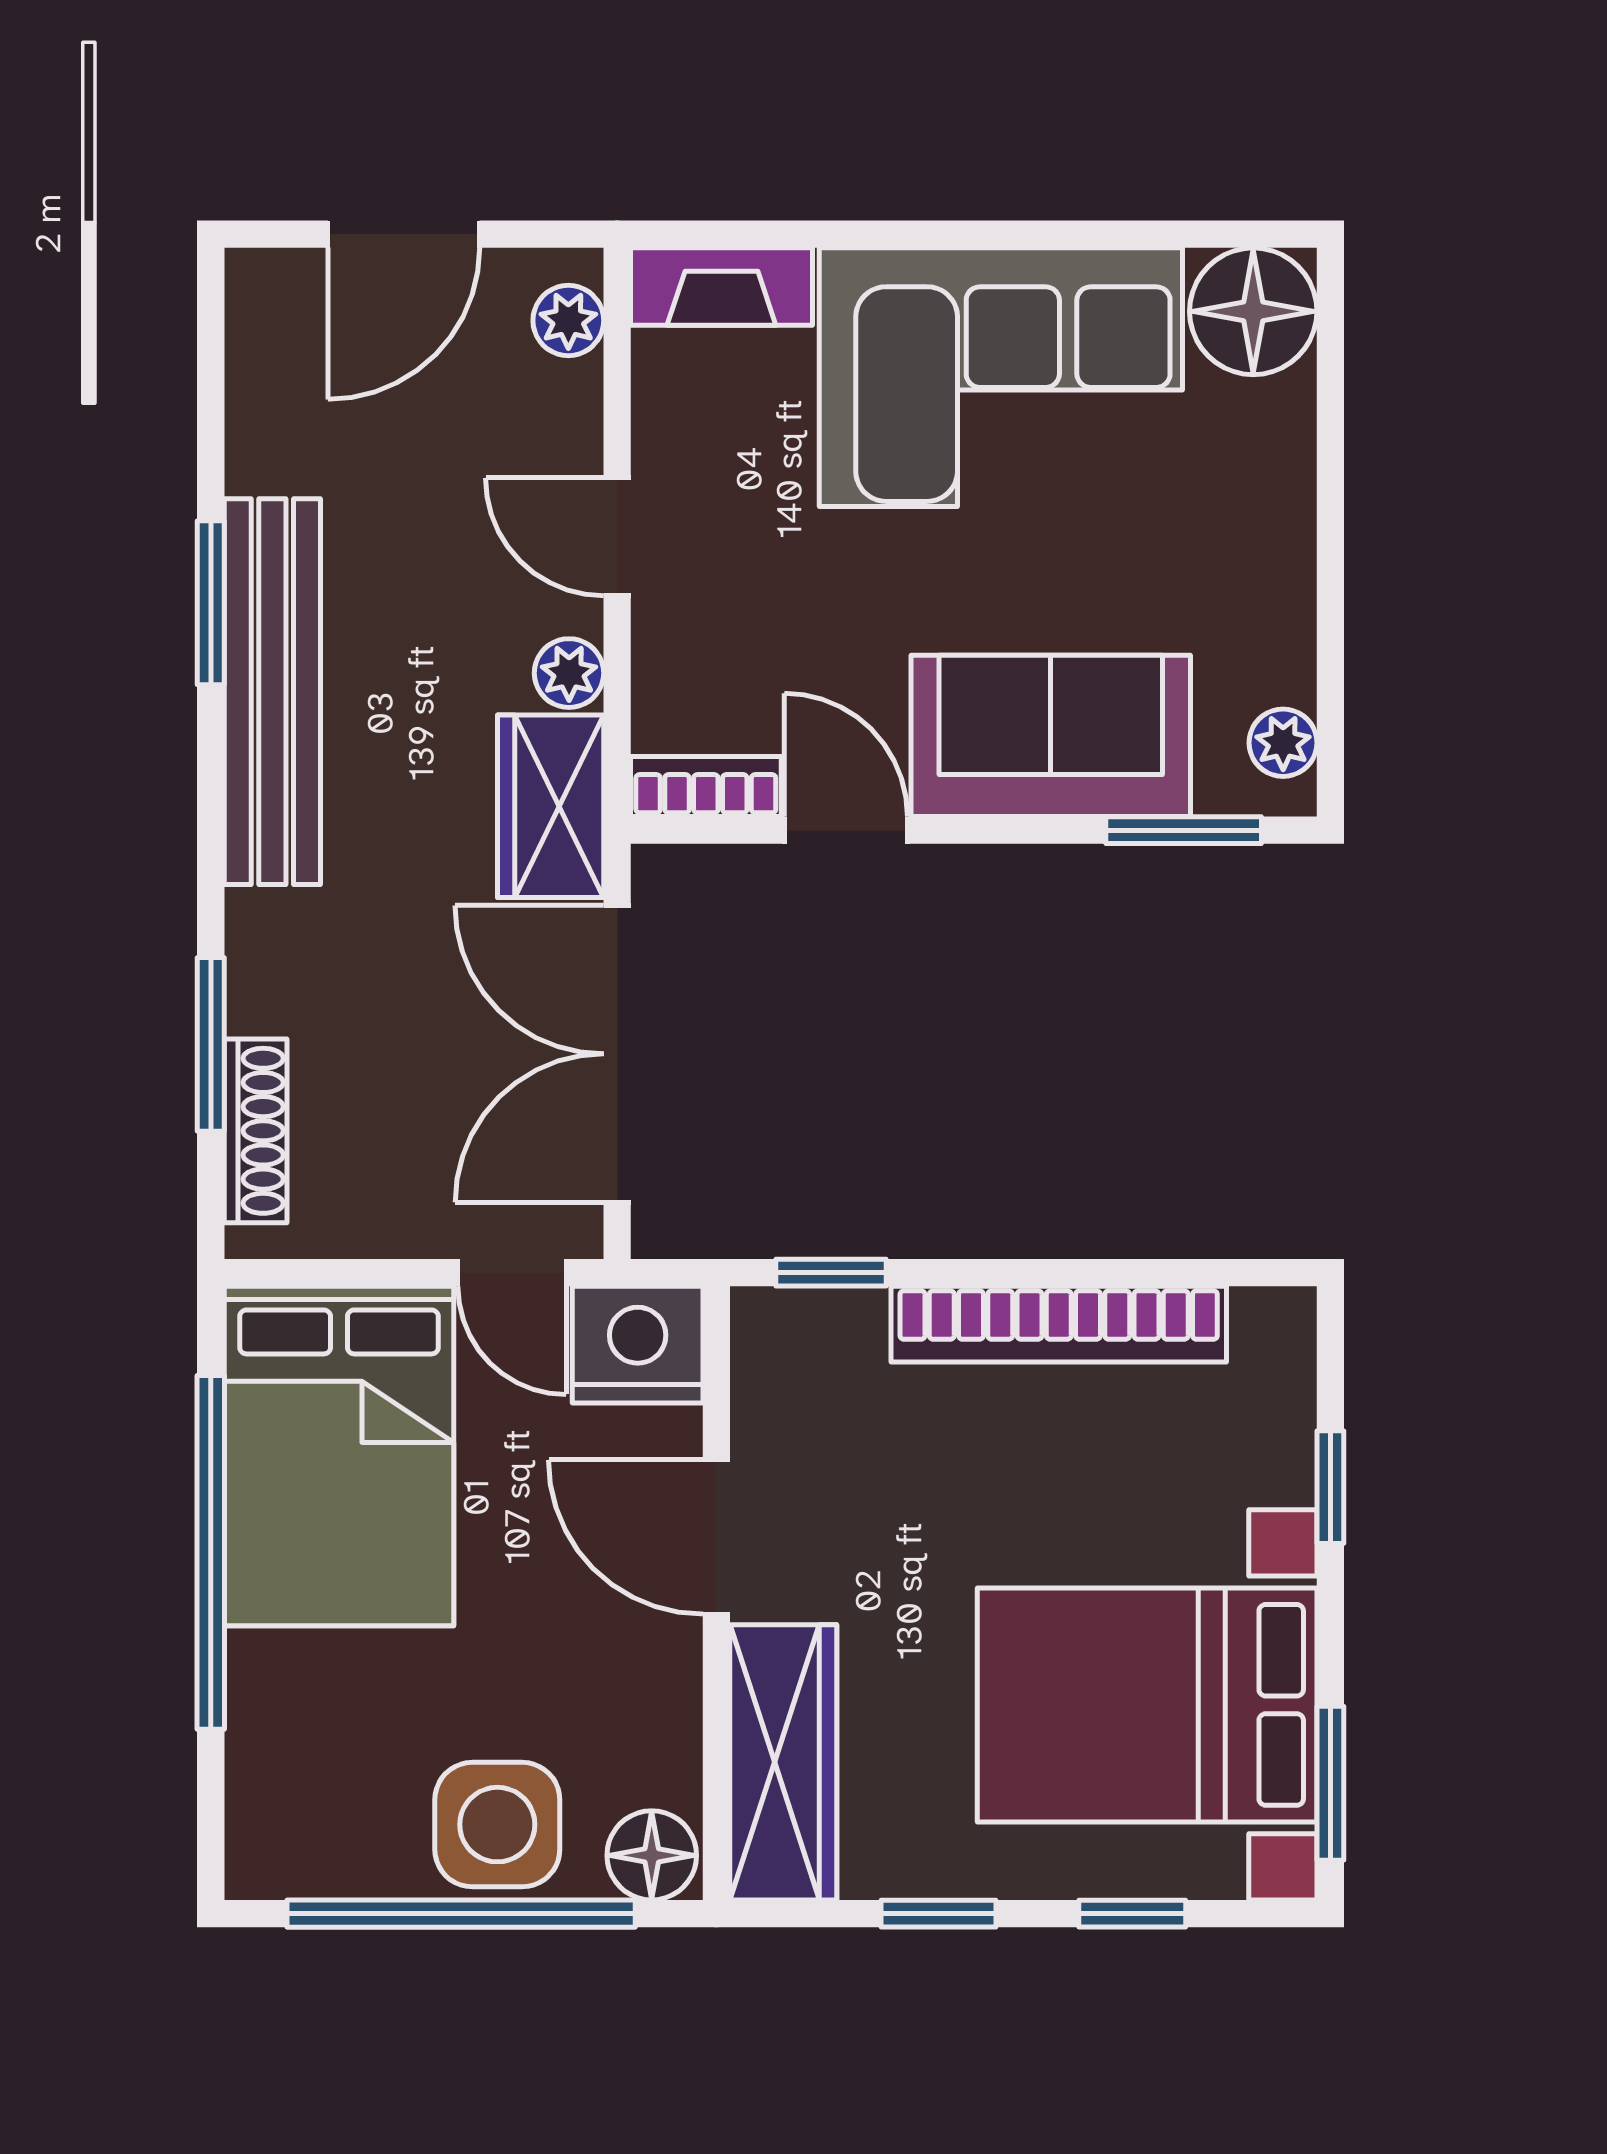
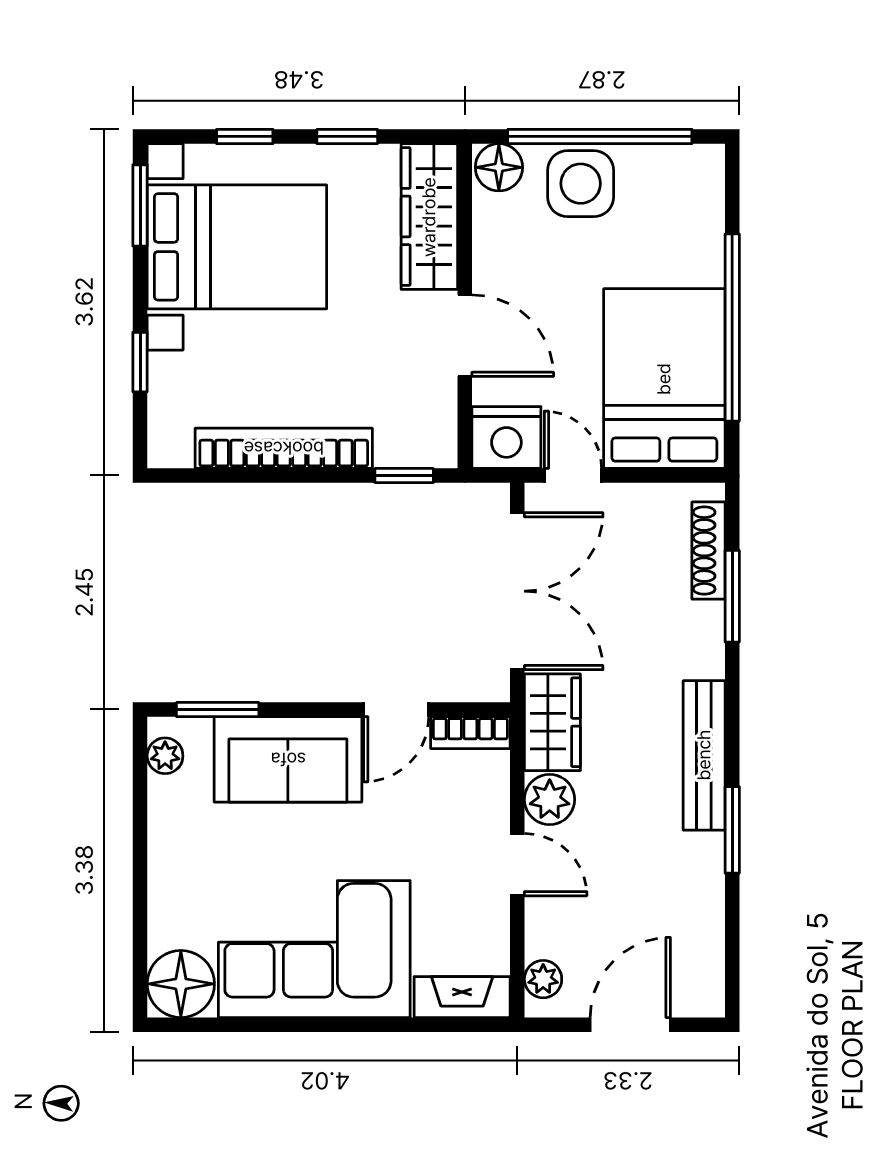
plant: (569, 673) -> (550, 799), width x1.38, depth x1.38
bench: (272, 692) -> (704, 755), width x0.73, depth x0.82
door: (846, 830) -> (396, 710), hinge flipped

